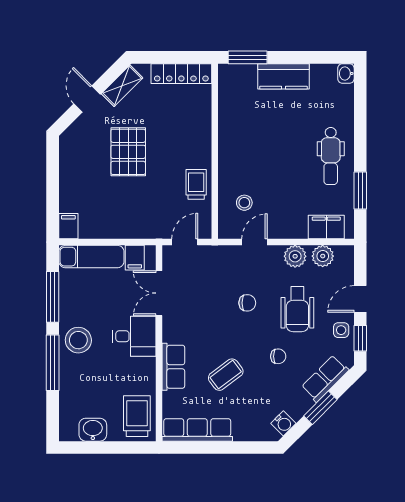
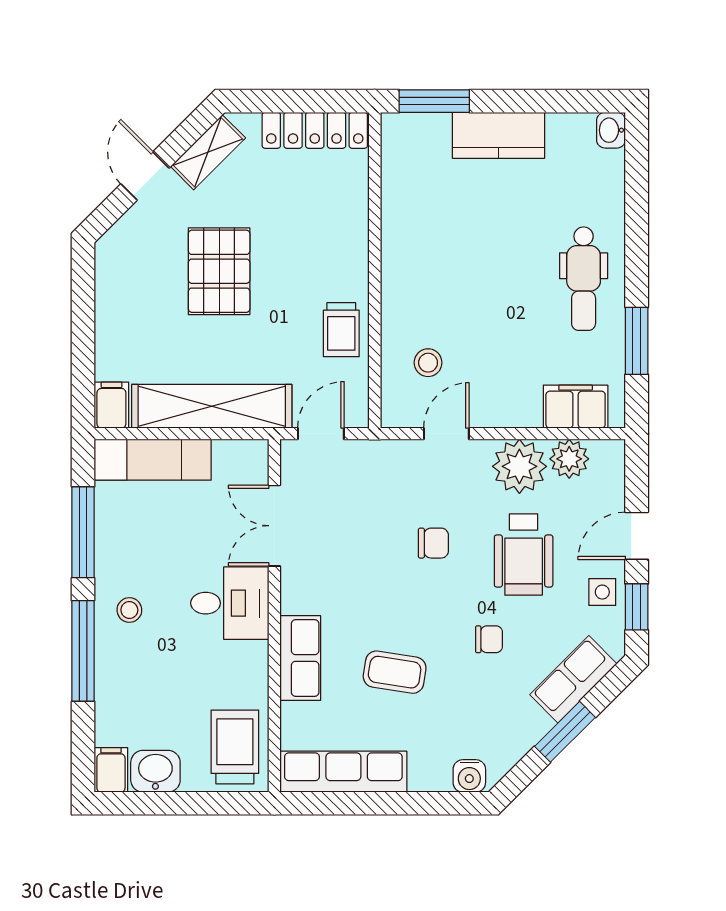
trolley: (196, 184) -> (341, 330), turned 180
shelving: (124, 227) -> (212, 406), added
plant: (295, 256) -> (519, 466), width x1.36, depth x1.36
filing cabinet: (135, 258) -> (111, 770), moved, turned 180
stool: (78, 340) -> (129, 610), width x0.53, depth x0.53
coffee table: (226, 375) -> (395, 672), turned 46
water cooler: (283, 423) -> (469, 776), moved, turned 45

